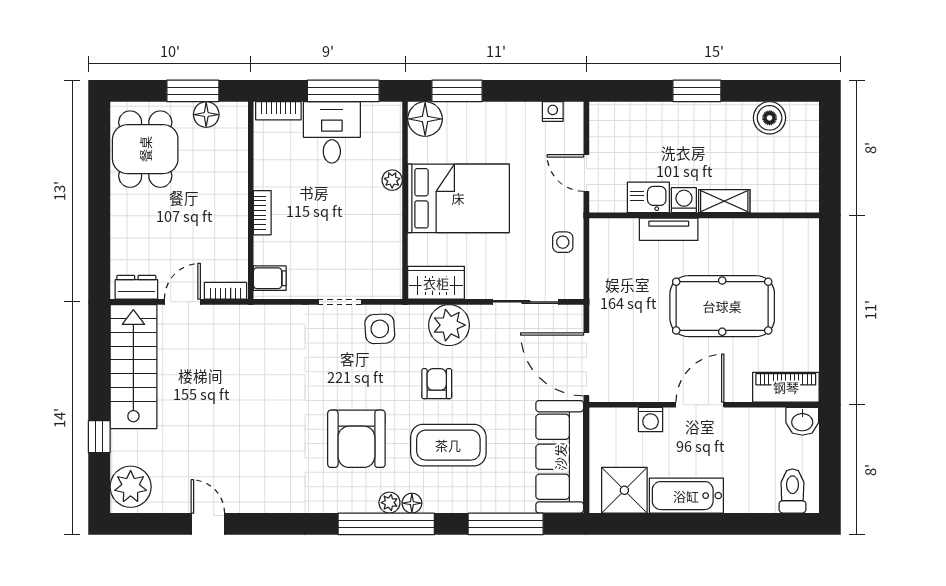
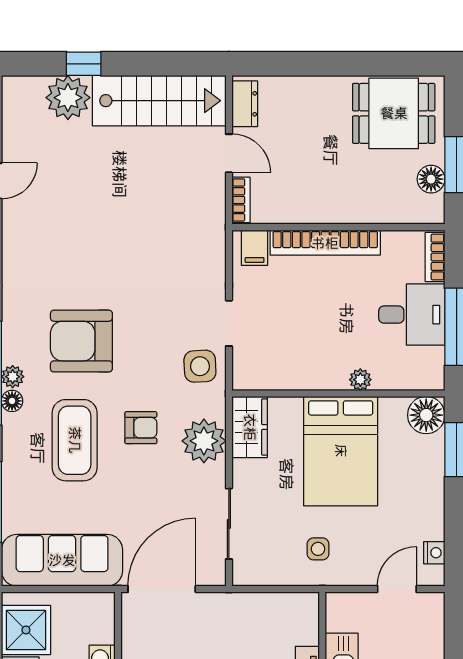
door: (586, 173) -> (397, 589), moved
bookcase: (262, 213) -> (325, 243), width x2.31, depth x1.31
side table: (563, 242) -> (318, 549), moved
plant: (131, 487) -> (68, 98), moved

